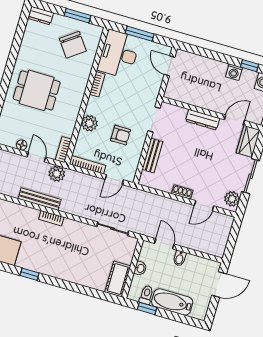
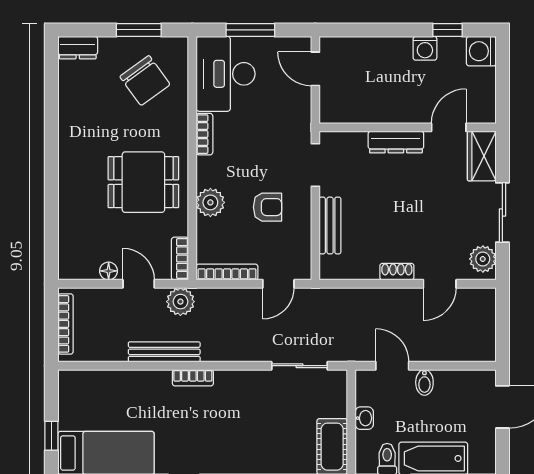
dining table: (37, 90) -> (143, 182), moved

